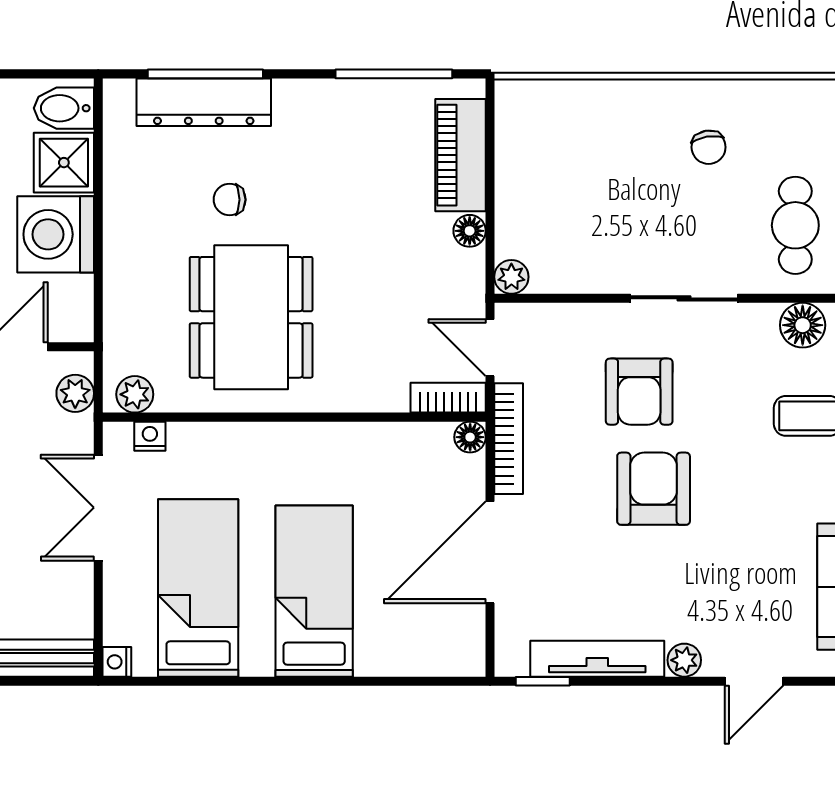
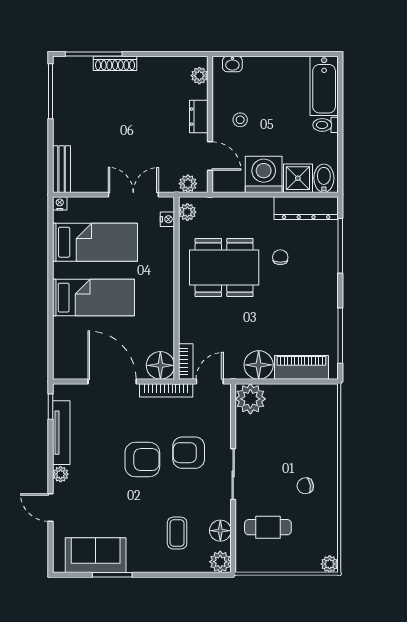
dresser: (204, 102) -> (306, 208), moved, turned -90
floor lamp: (470, 231) -> (259, 365), width x1.89, depth x1.89
plant: (511, 277) -> (250, 399), width x1.87, depth x1.87
floor lamp: (470, 437) -> (160, 365), width x1.89, depth x1.89

